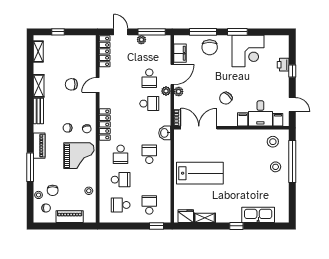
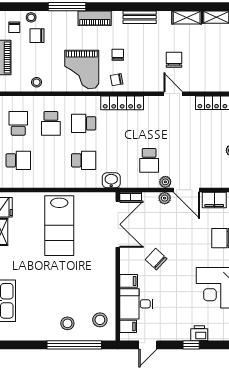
school desk: (149, 78) -> (182, 160), removed
shelving: (39, 86) -> (187, 18), moved

